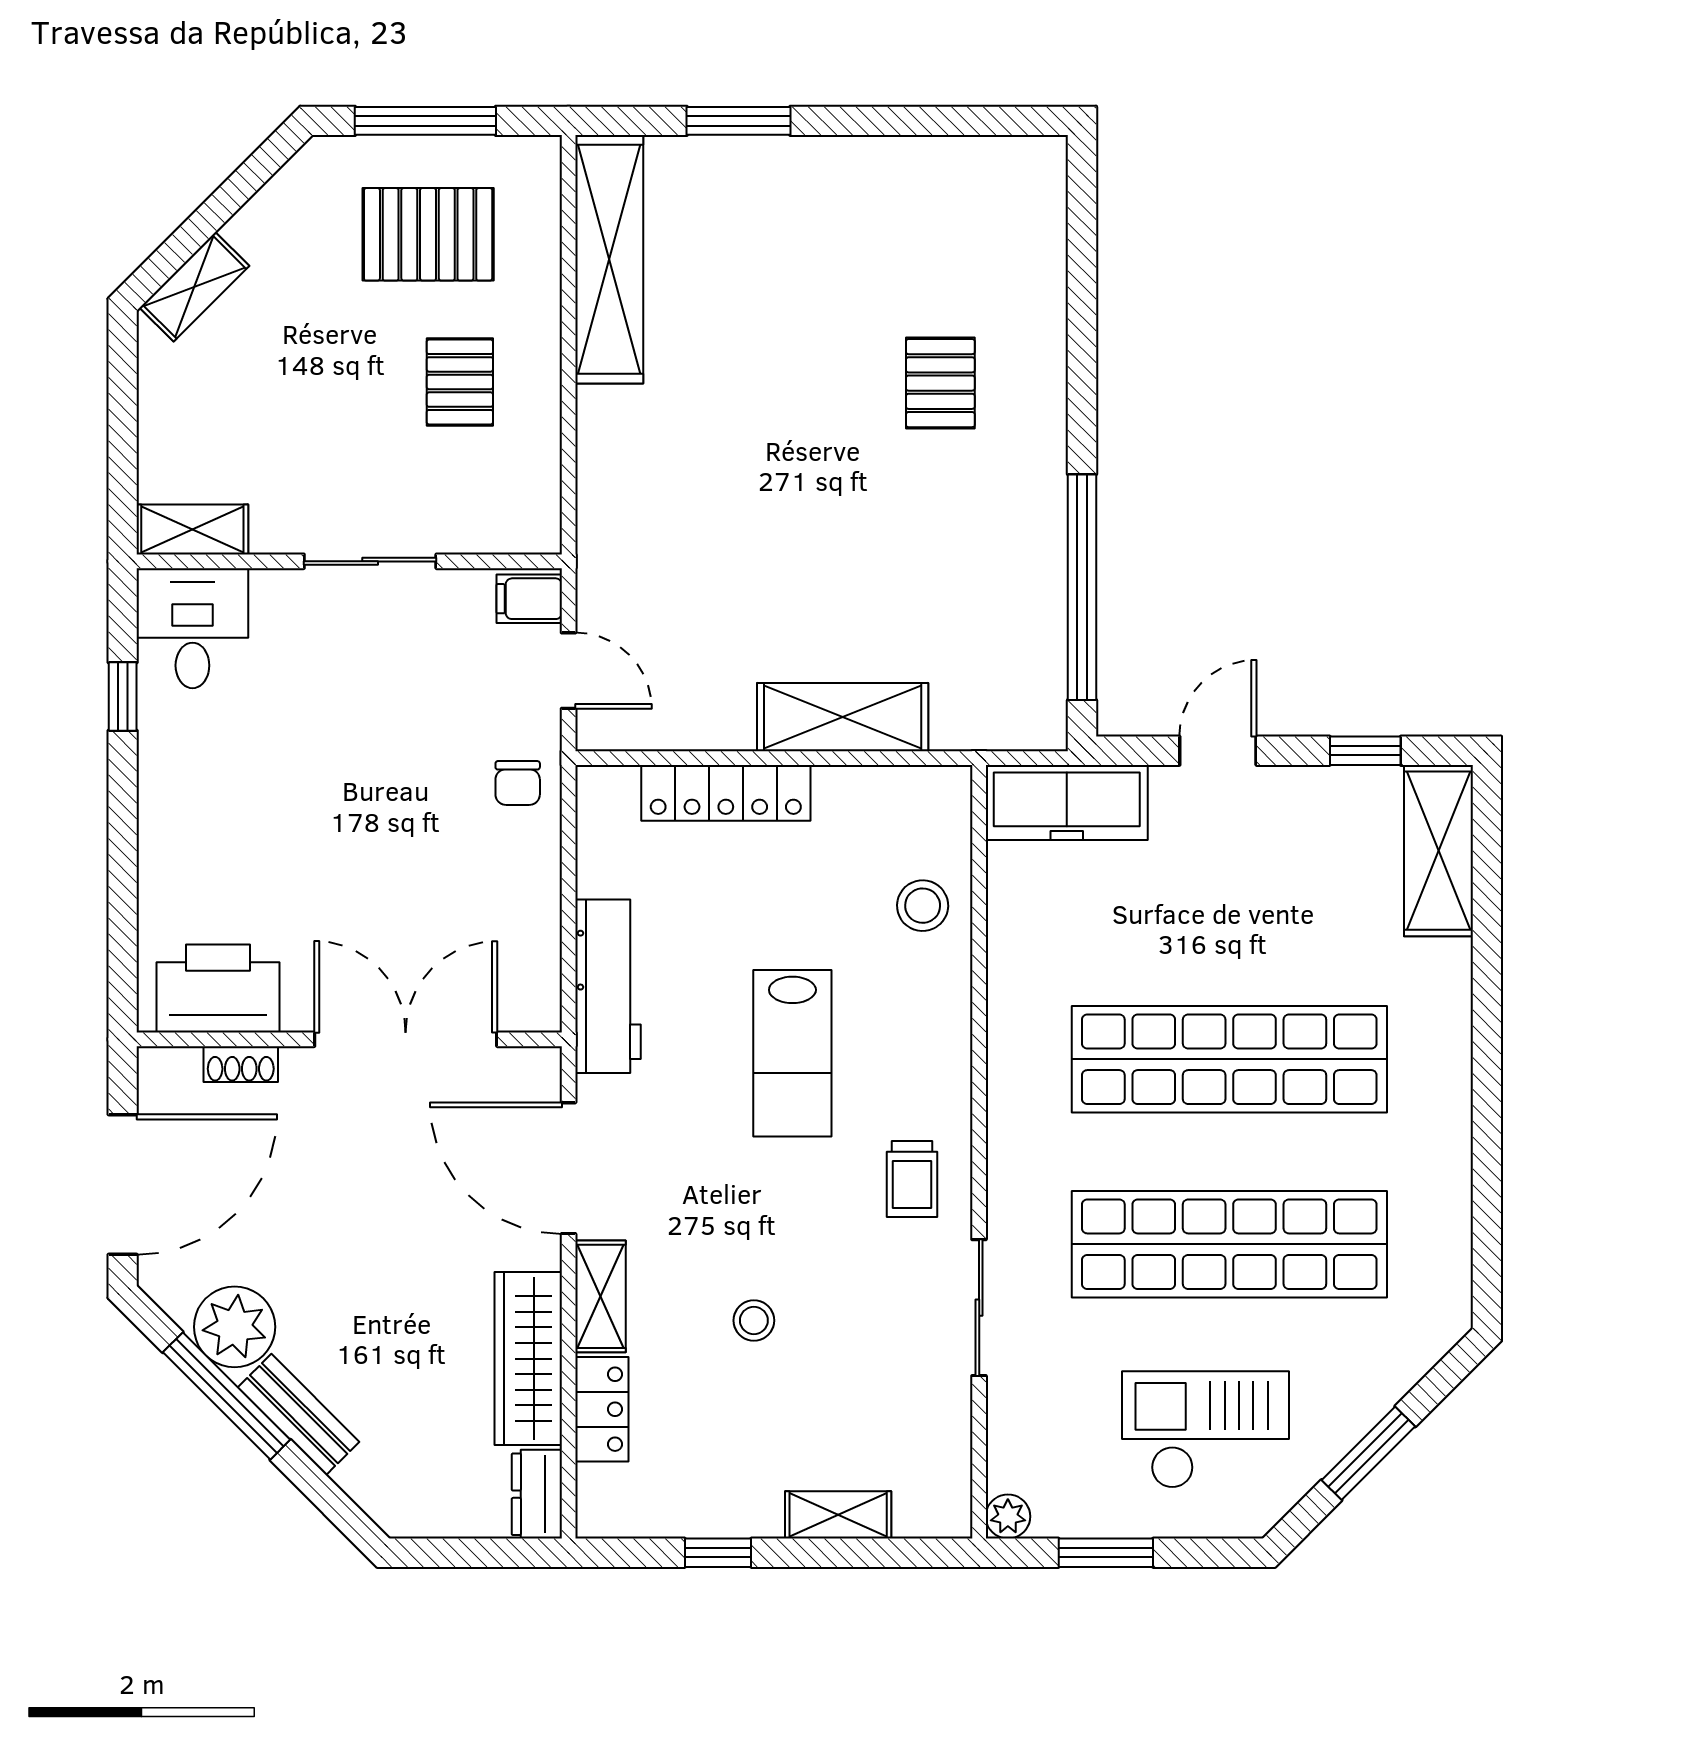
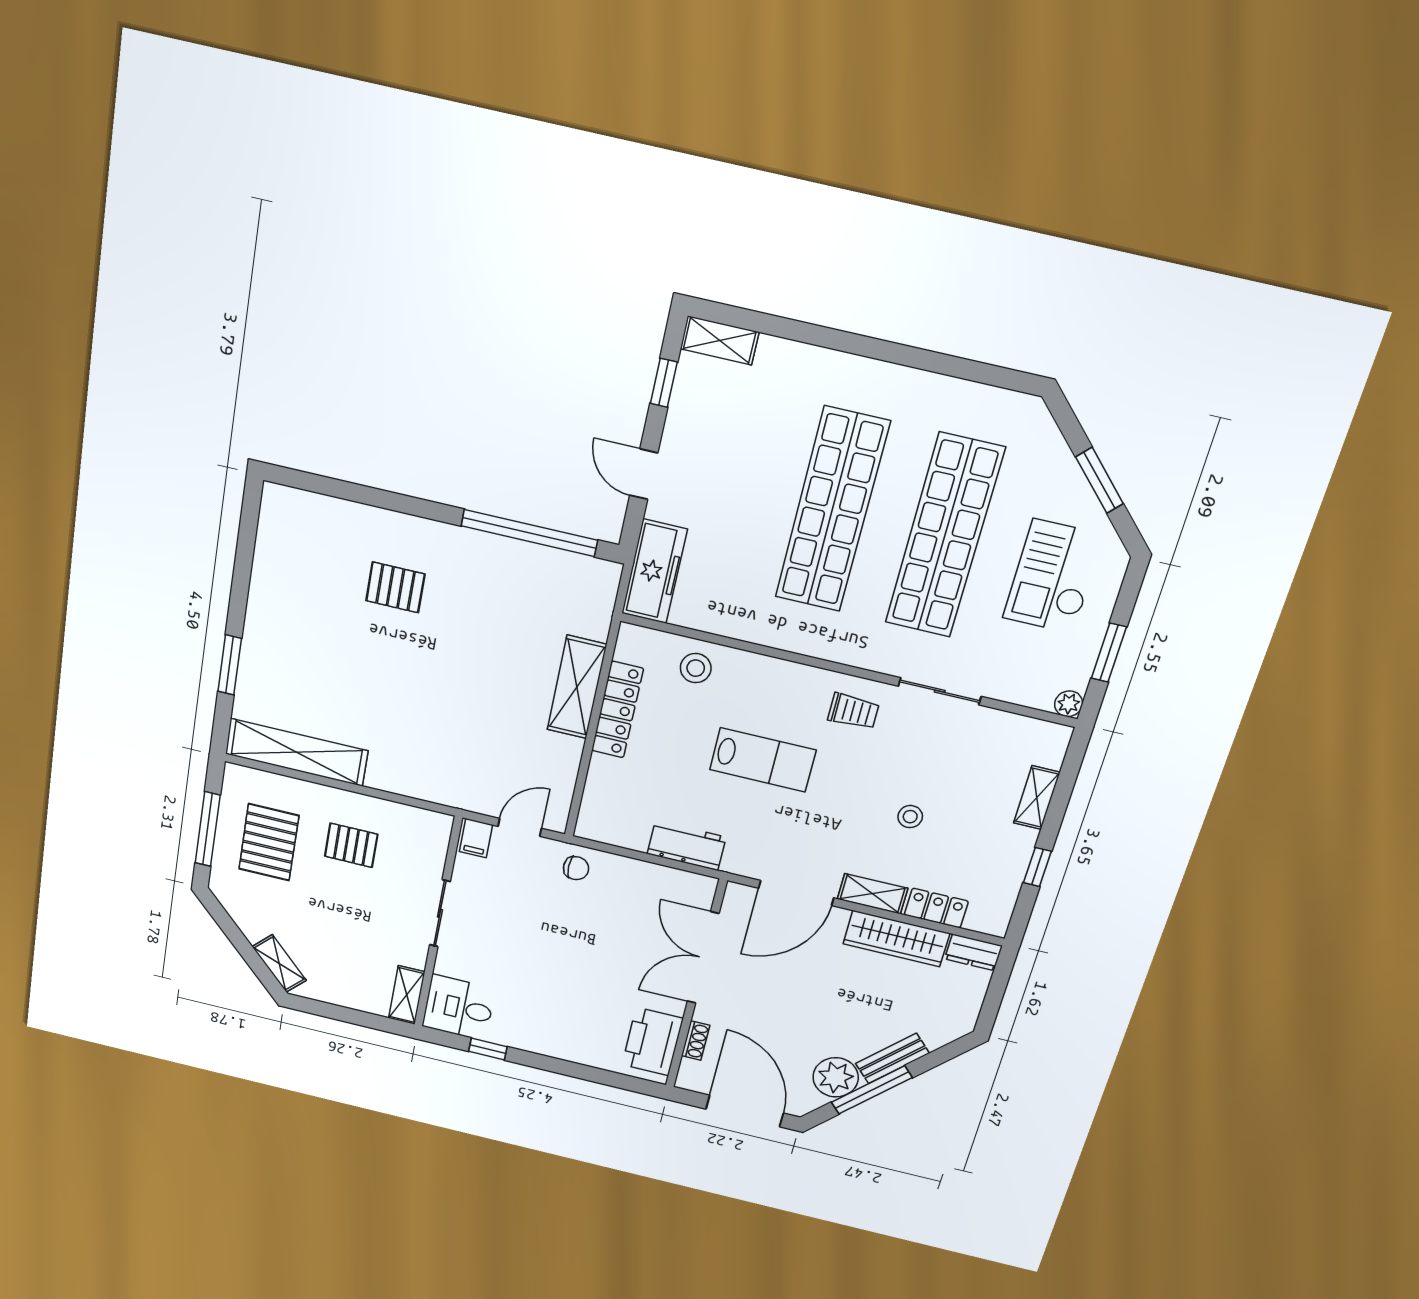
locker: (726, 793) -> (617, 710), moved
shelving: (1439, 851) -> (720, 340), width x0.67, depth x0.75
workbench: (608, 986) -> (687, 845), width x0.73

